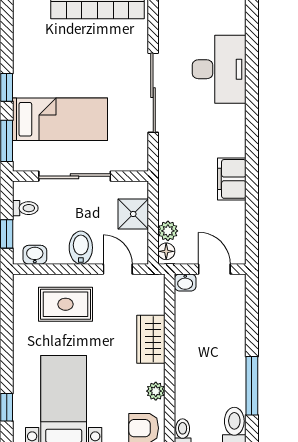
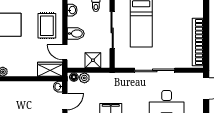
door: (118, 269) -> (65, 52), swing flipped
wardrobe: (151, 339) -> (50, 69), moved

